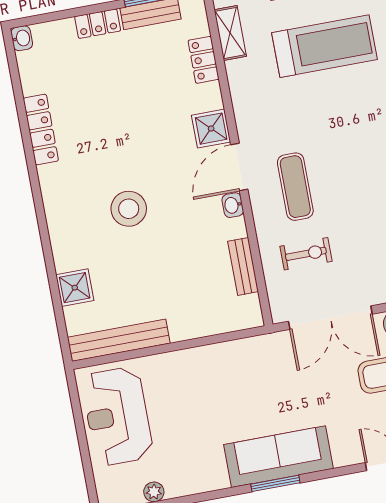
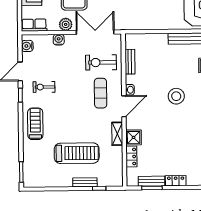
shelving: (230, 33) -> (117, 134), moved
treadmill: (324, 46) -> (77, 153), turned 180
shower: (211, 129) -> (134, 137), moved
exercise bike: (306, 254) -> (101, 62), width x1.38, depth x1.39

